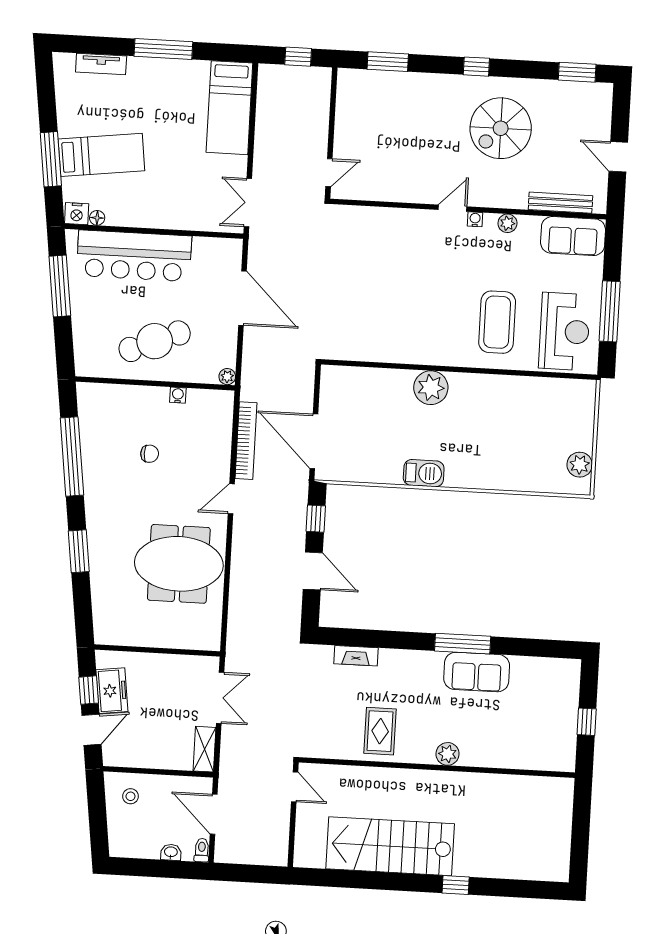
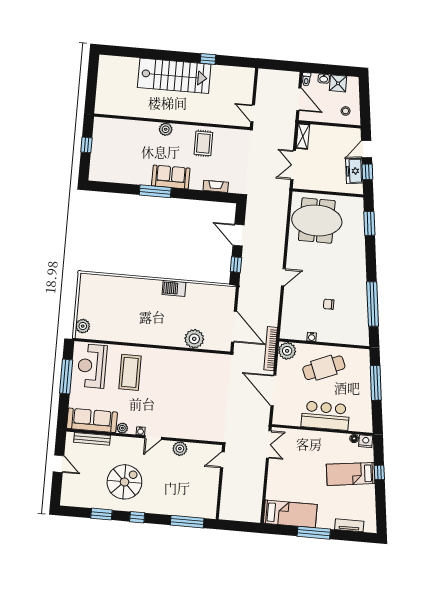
window: (298, 57) -> (238, 526), removed
window: (388, 62) -> (187, 522), width x1.44
window: (577, 72) -> (101, 514), moved
bed: (229, 108) -> (290, 514), moved, turned 90
window: (51, 159) -> (379, 472), width x0.46
plant: (405, 190) -> (180, 449), added
sofa: (573, 236) -> (92, 420), width x1.36
bar counter: (134, 256) -> (325, 416), width x0.73
window: (60, 286) -> (376, 383), moved
plant: (227, 377) -> (287, 351), width x1.88, depth x1.88
plant: (431, 388) -> (194, 339), moved
bookcase: (246, 441) -> (271, 349), moved
door: (314, 441) -> (234, 327), moved
plant: (580, 465) -> (83, 326), moved
window: (79, 551) -> (369, 223), moved
meeting table: (179, 564) -> (317, 220), moved
sofa: (477, 672) -> (171, 177), moved
shower: (145, 845) -> (338, 83), added
stairs: (390, 846) -> (174, 76), moved
window: (456, 885) -> (208, 59), moved

